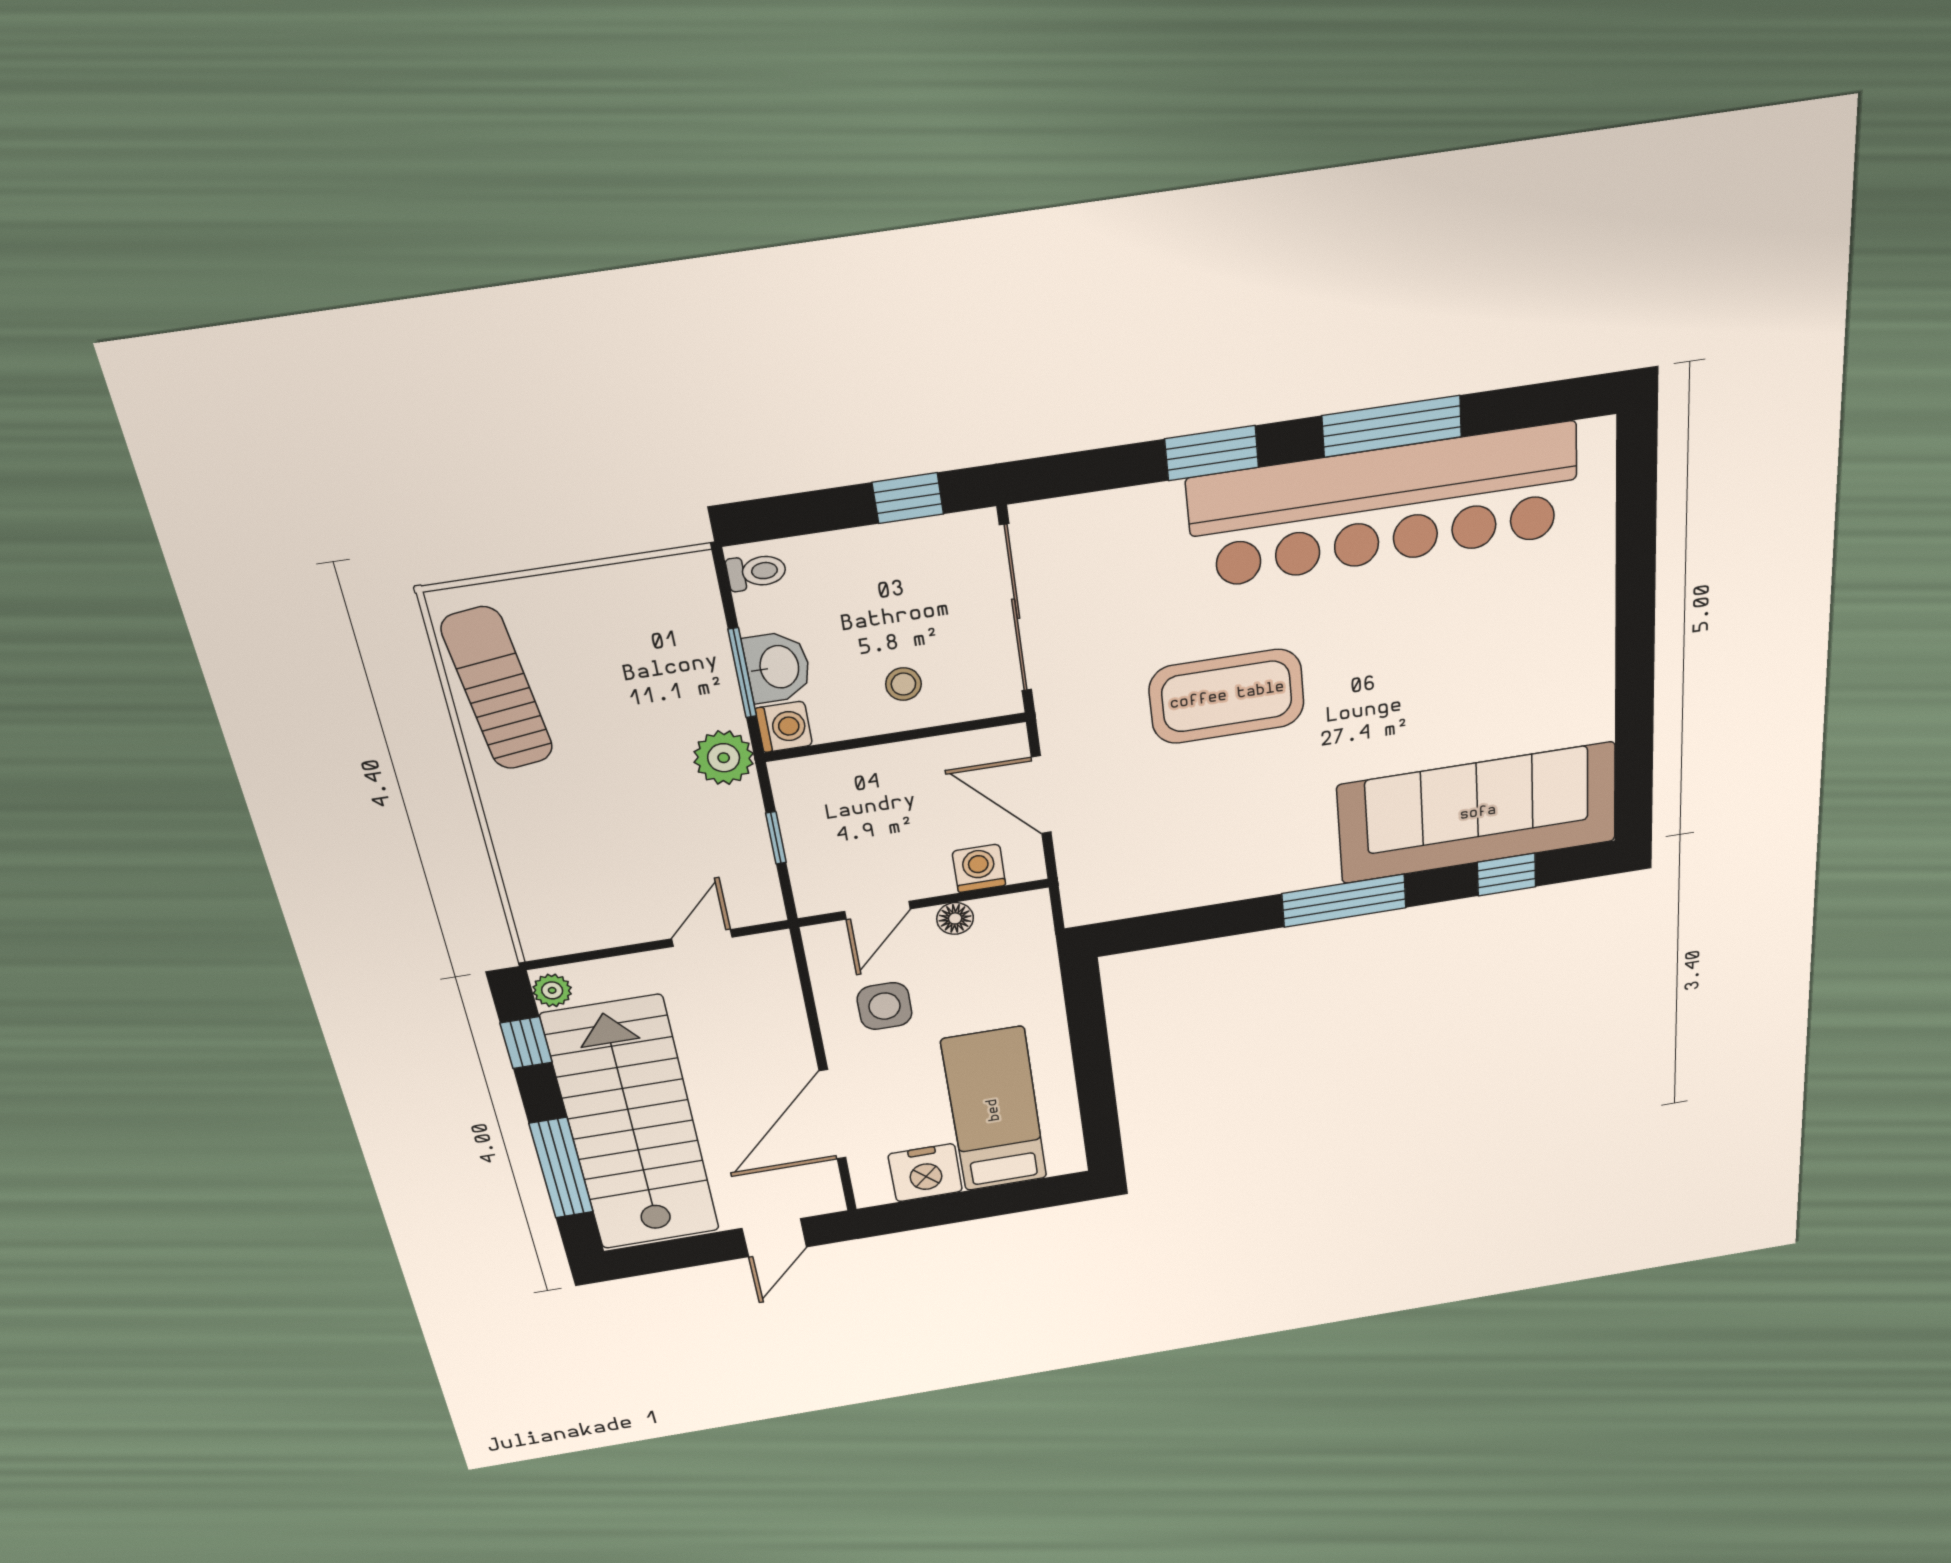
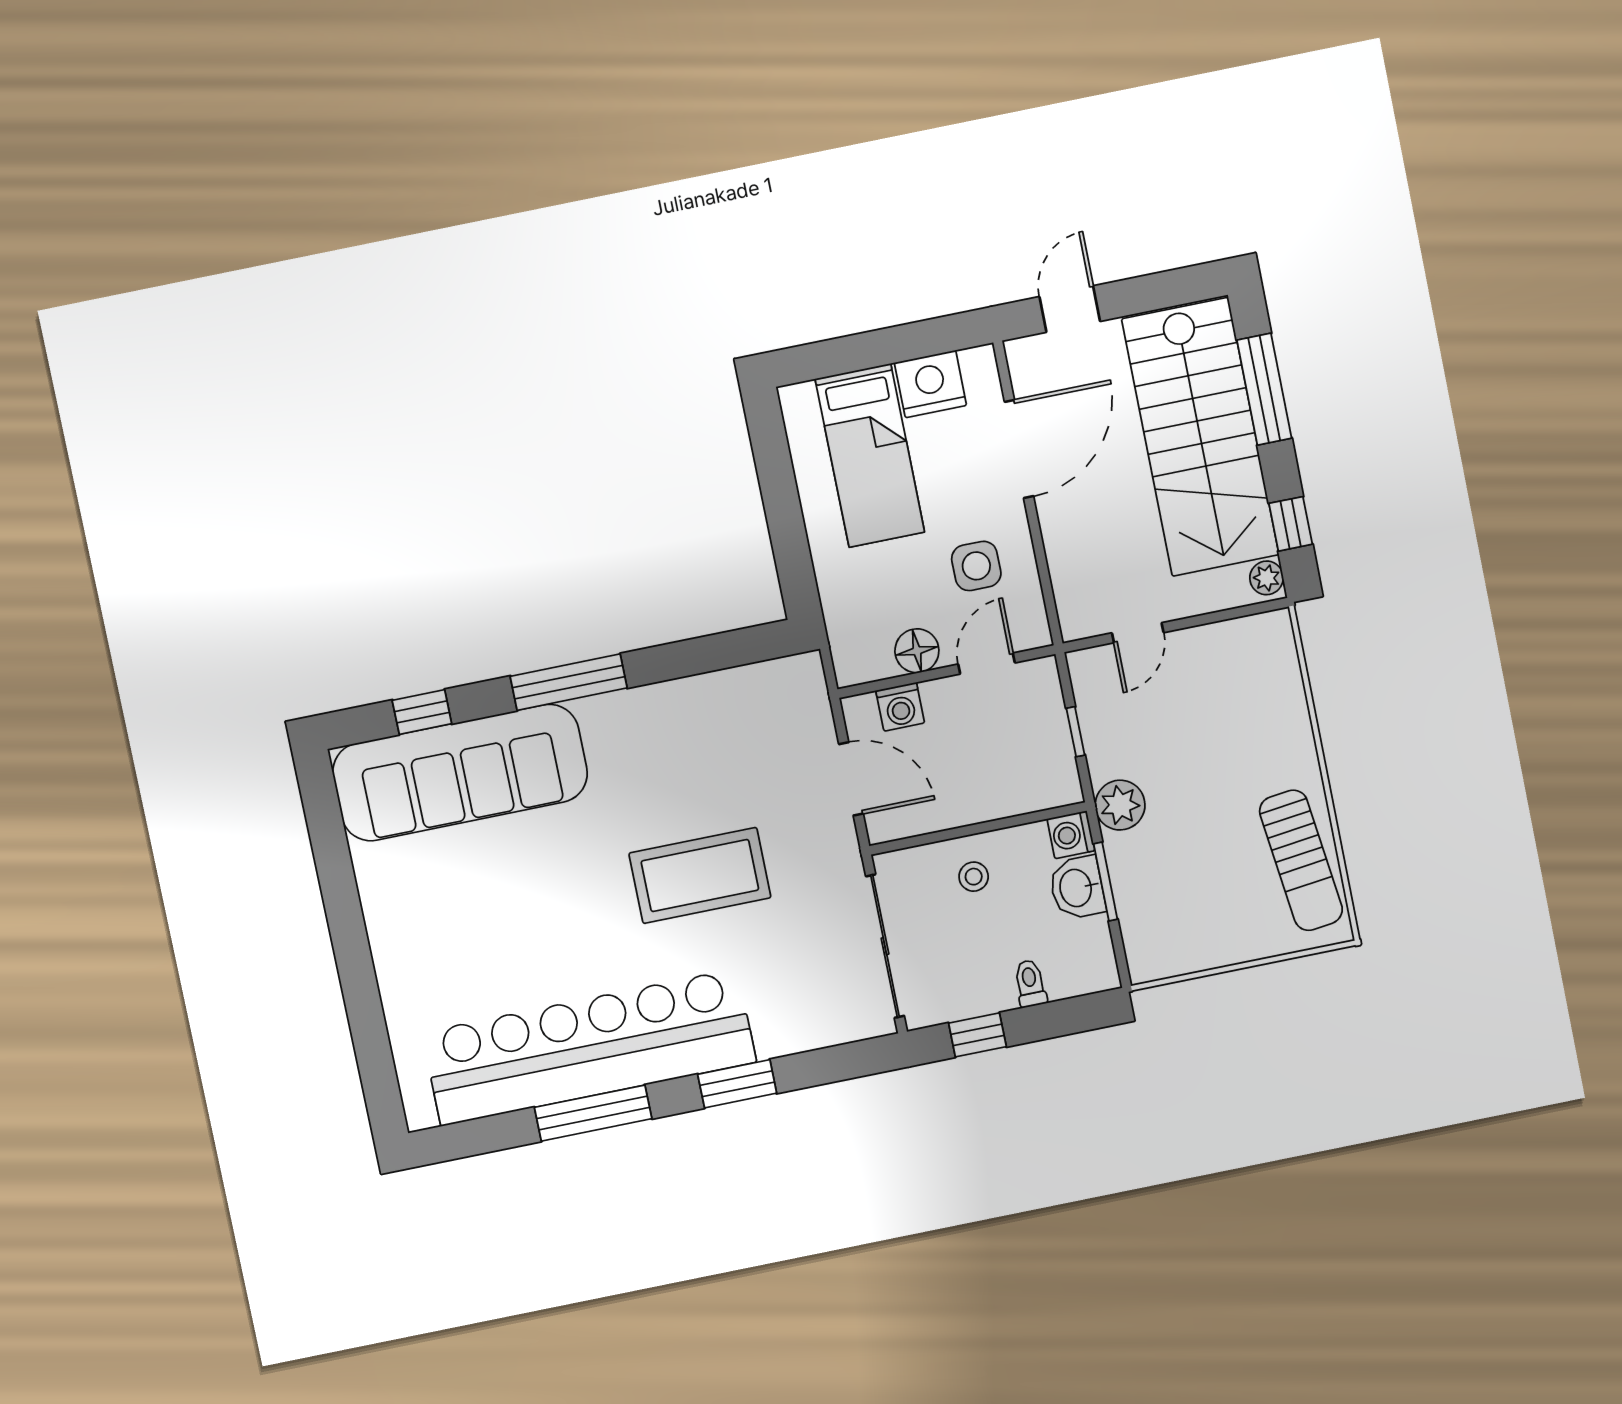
toilet: (756, 572) -> (1030, 983), moved, turned 90
floor lamp: (955, 918) -> (917, 651), width x1.37, depth x1.37

